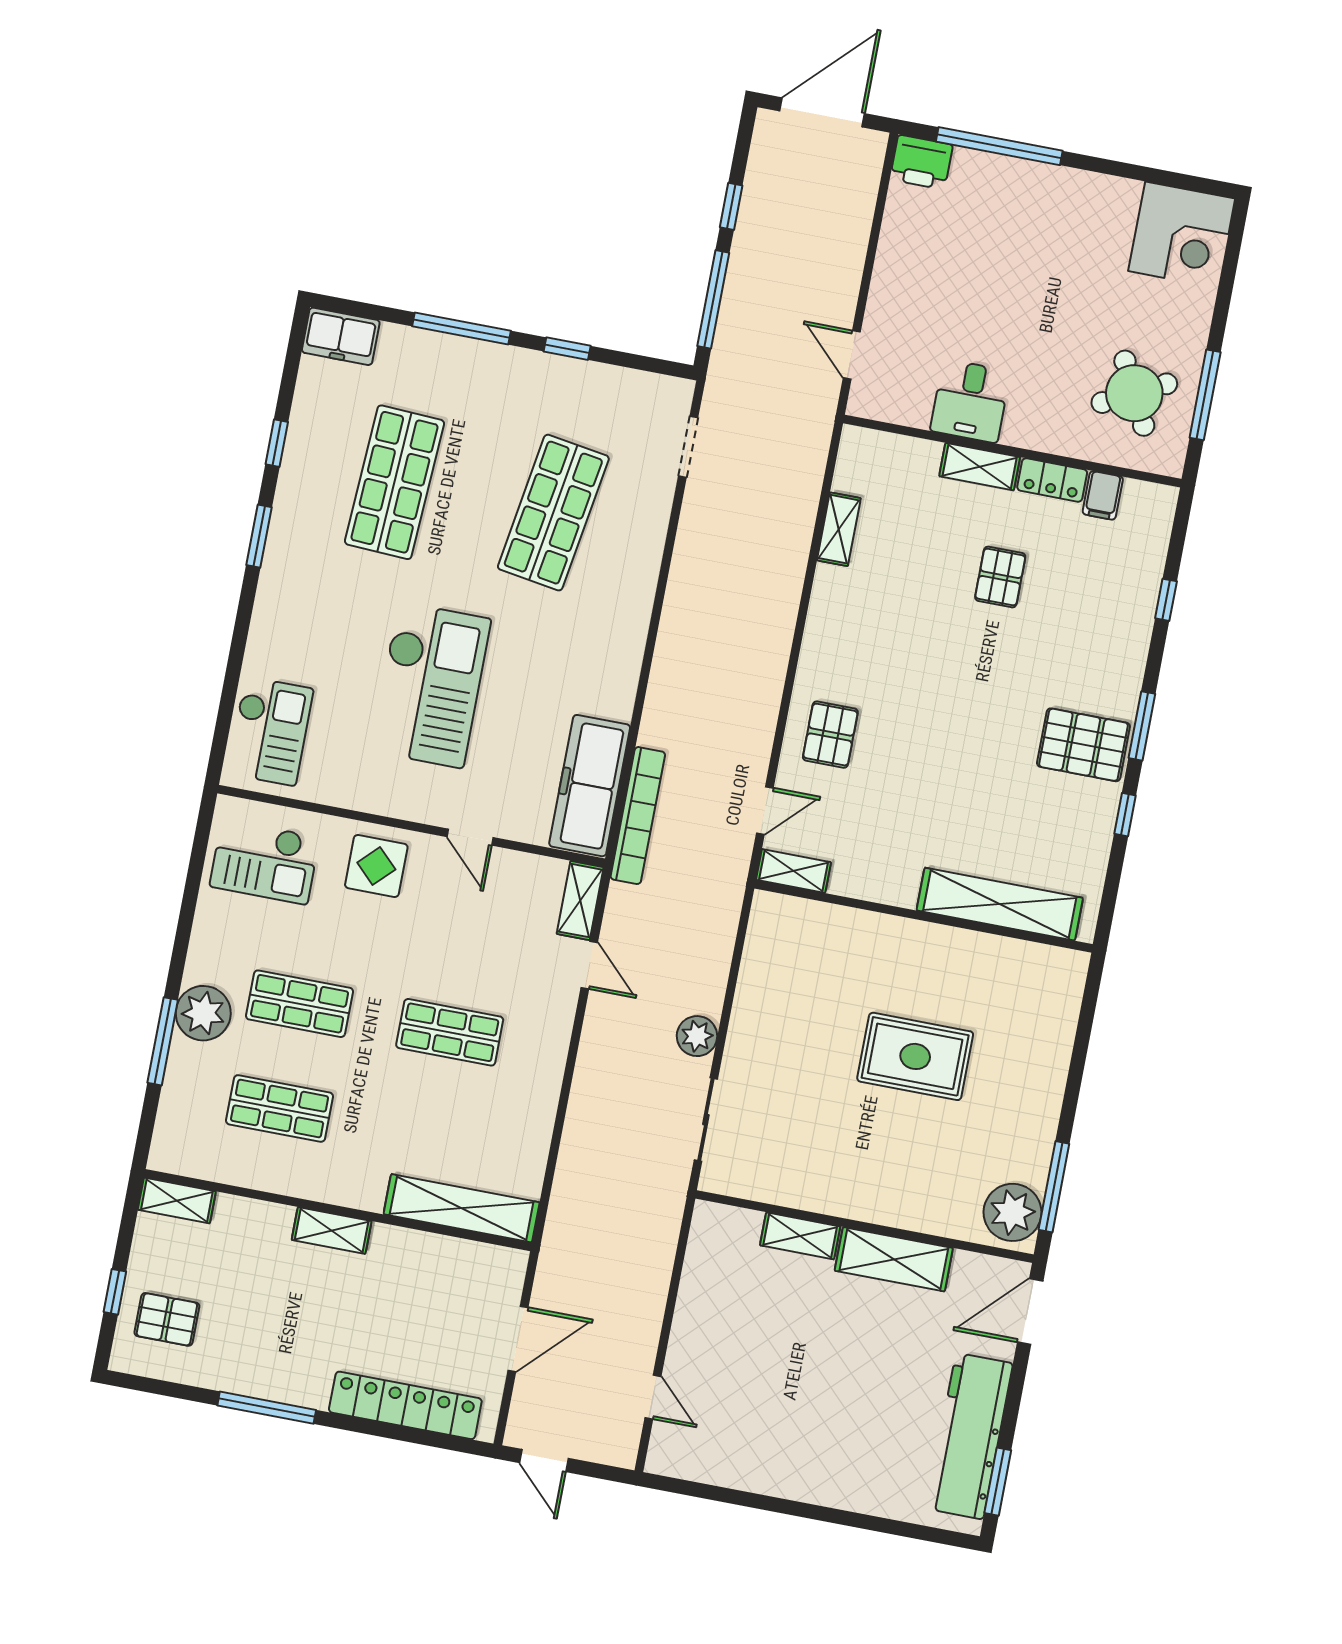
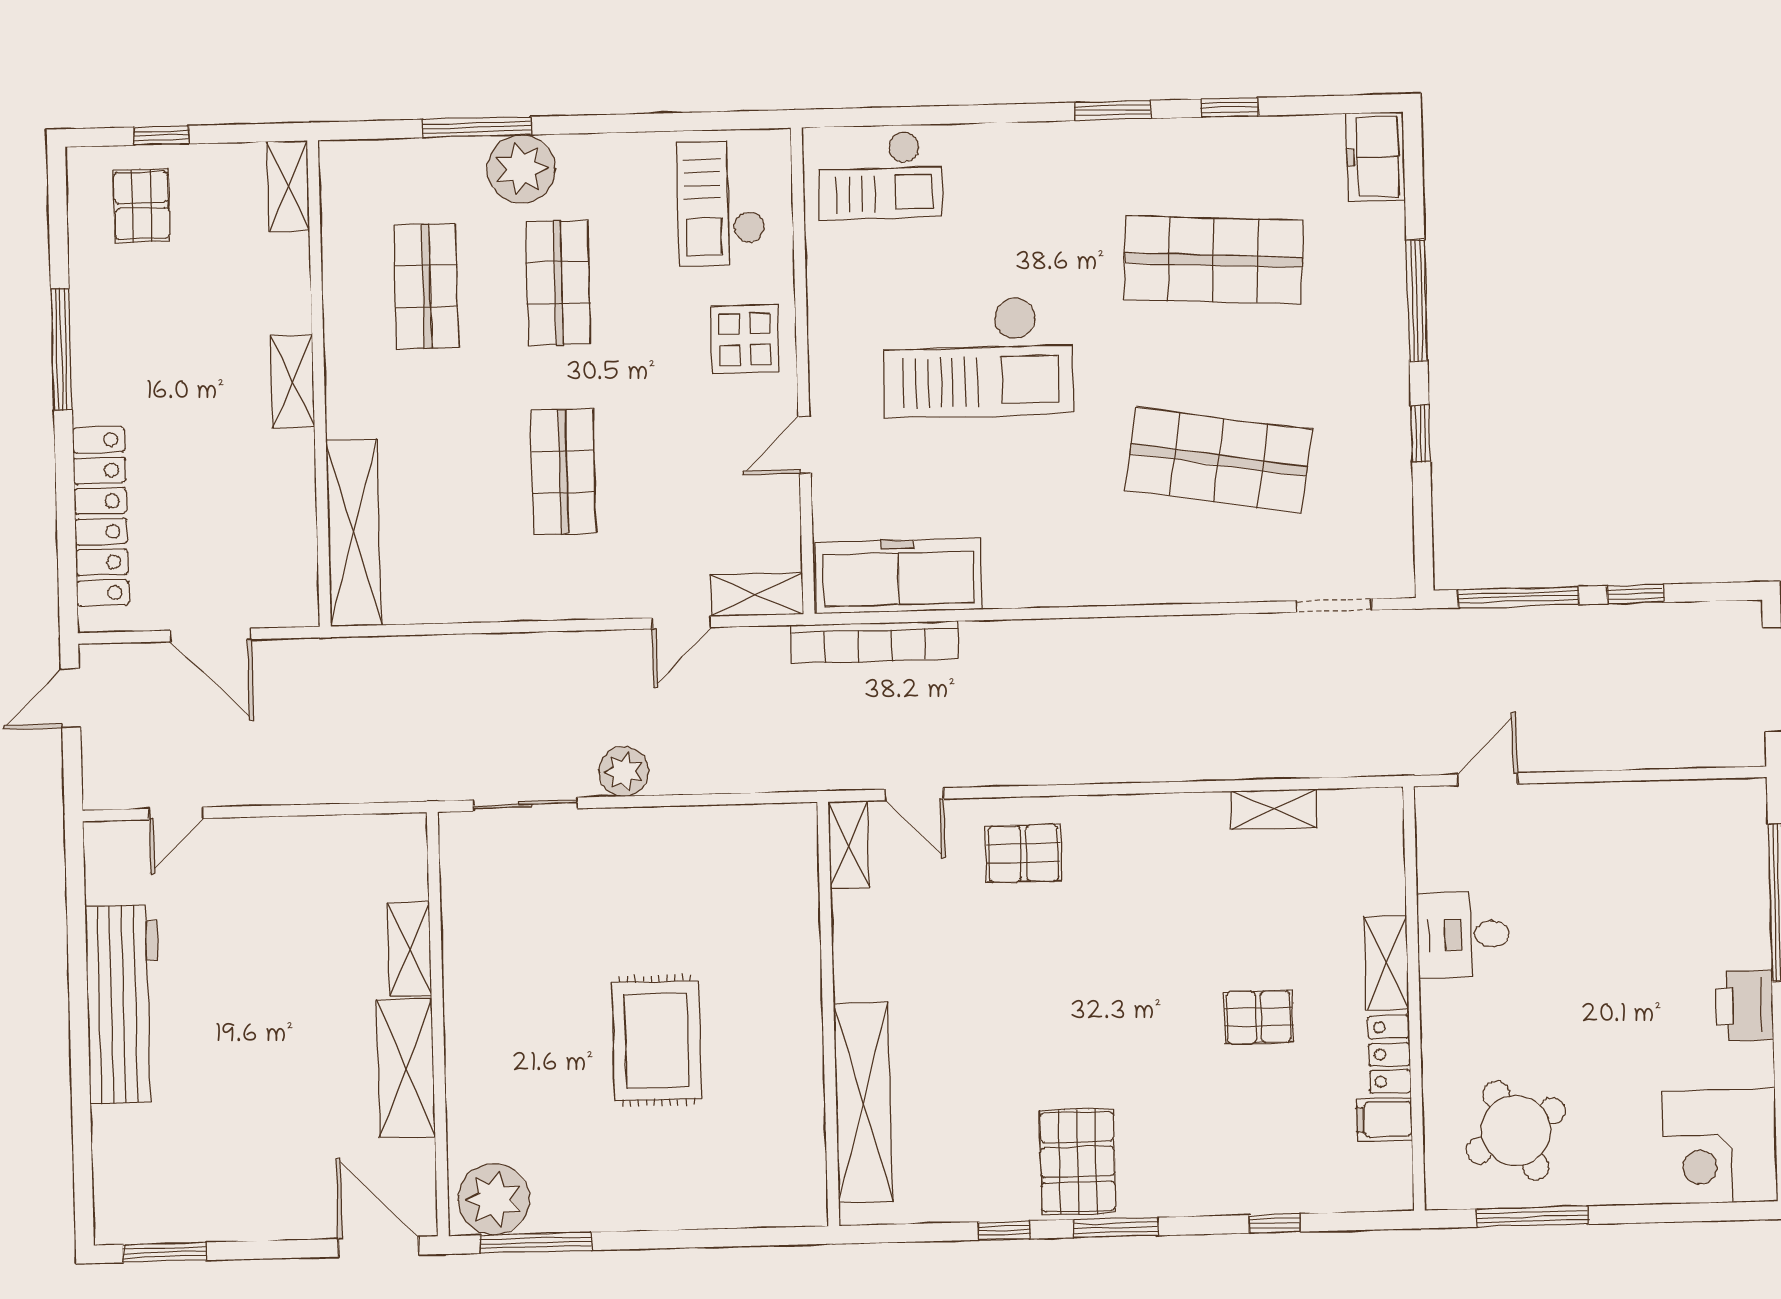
printer: (921, 162) -> (1744, 1006), moved
workbench: (970, 1436) -> (123, 1004), moved, turned 90

